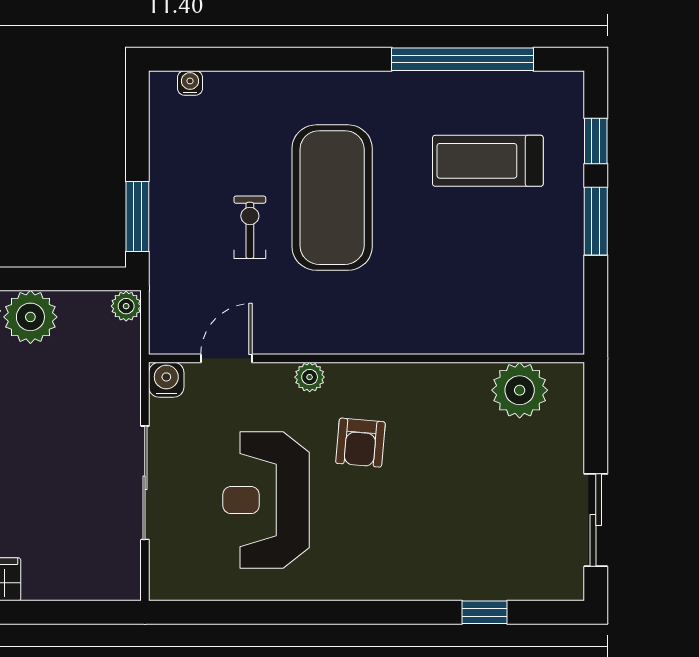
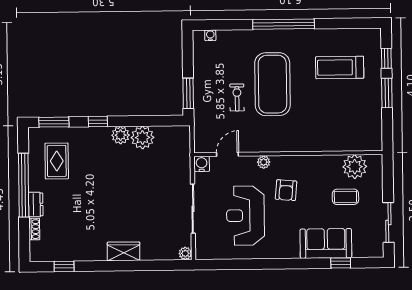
window: (462, 59) -> (284, 24), moved
plant: (126, 306) -> (185, 253), moved
coffee table: (498, 460) -> (345, 197), added
sofa: (451, 567) -> (326, 243), added

